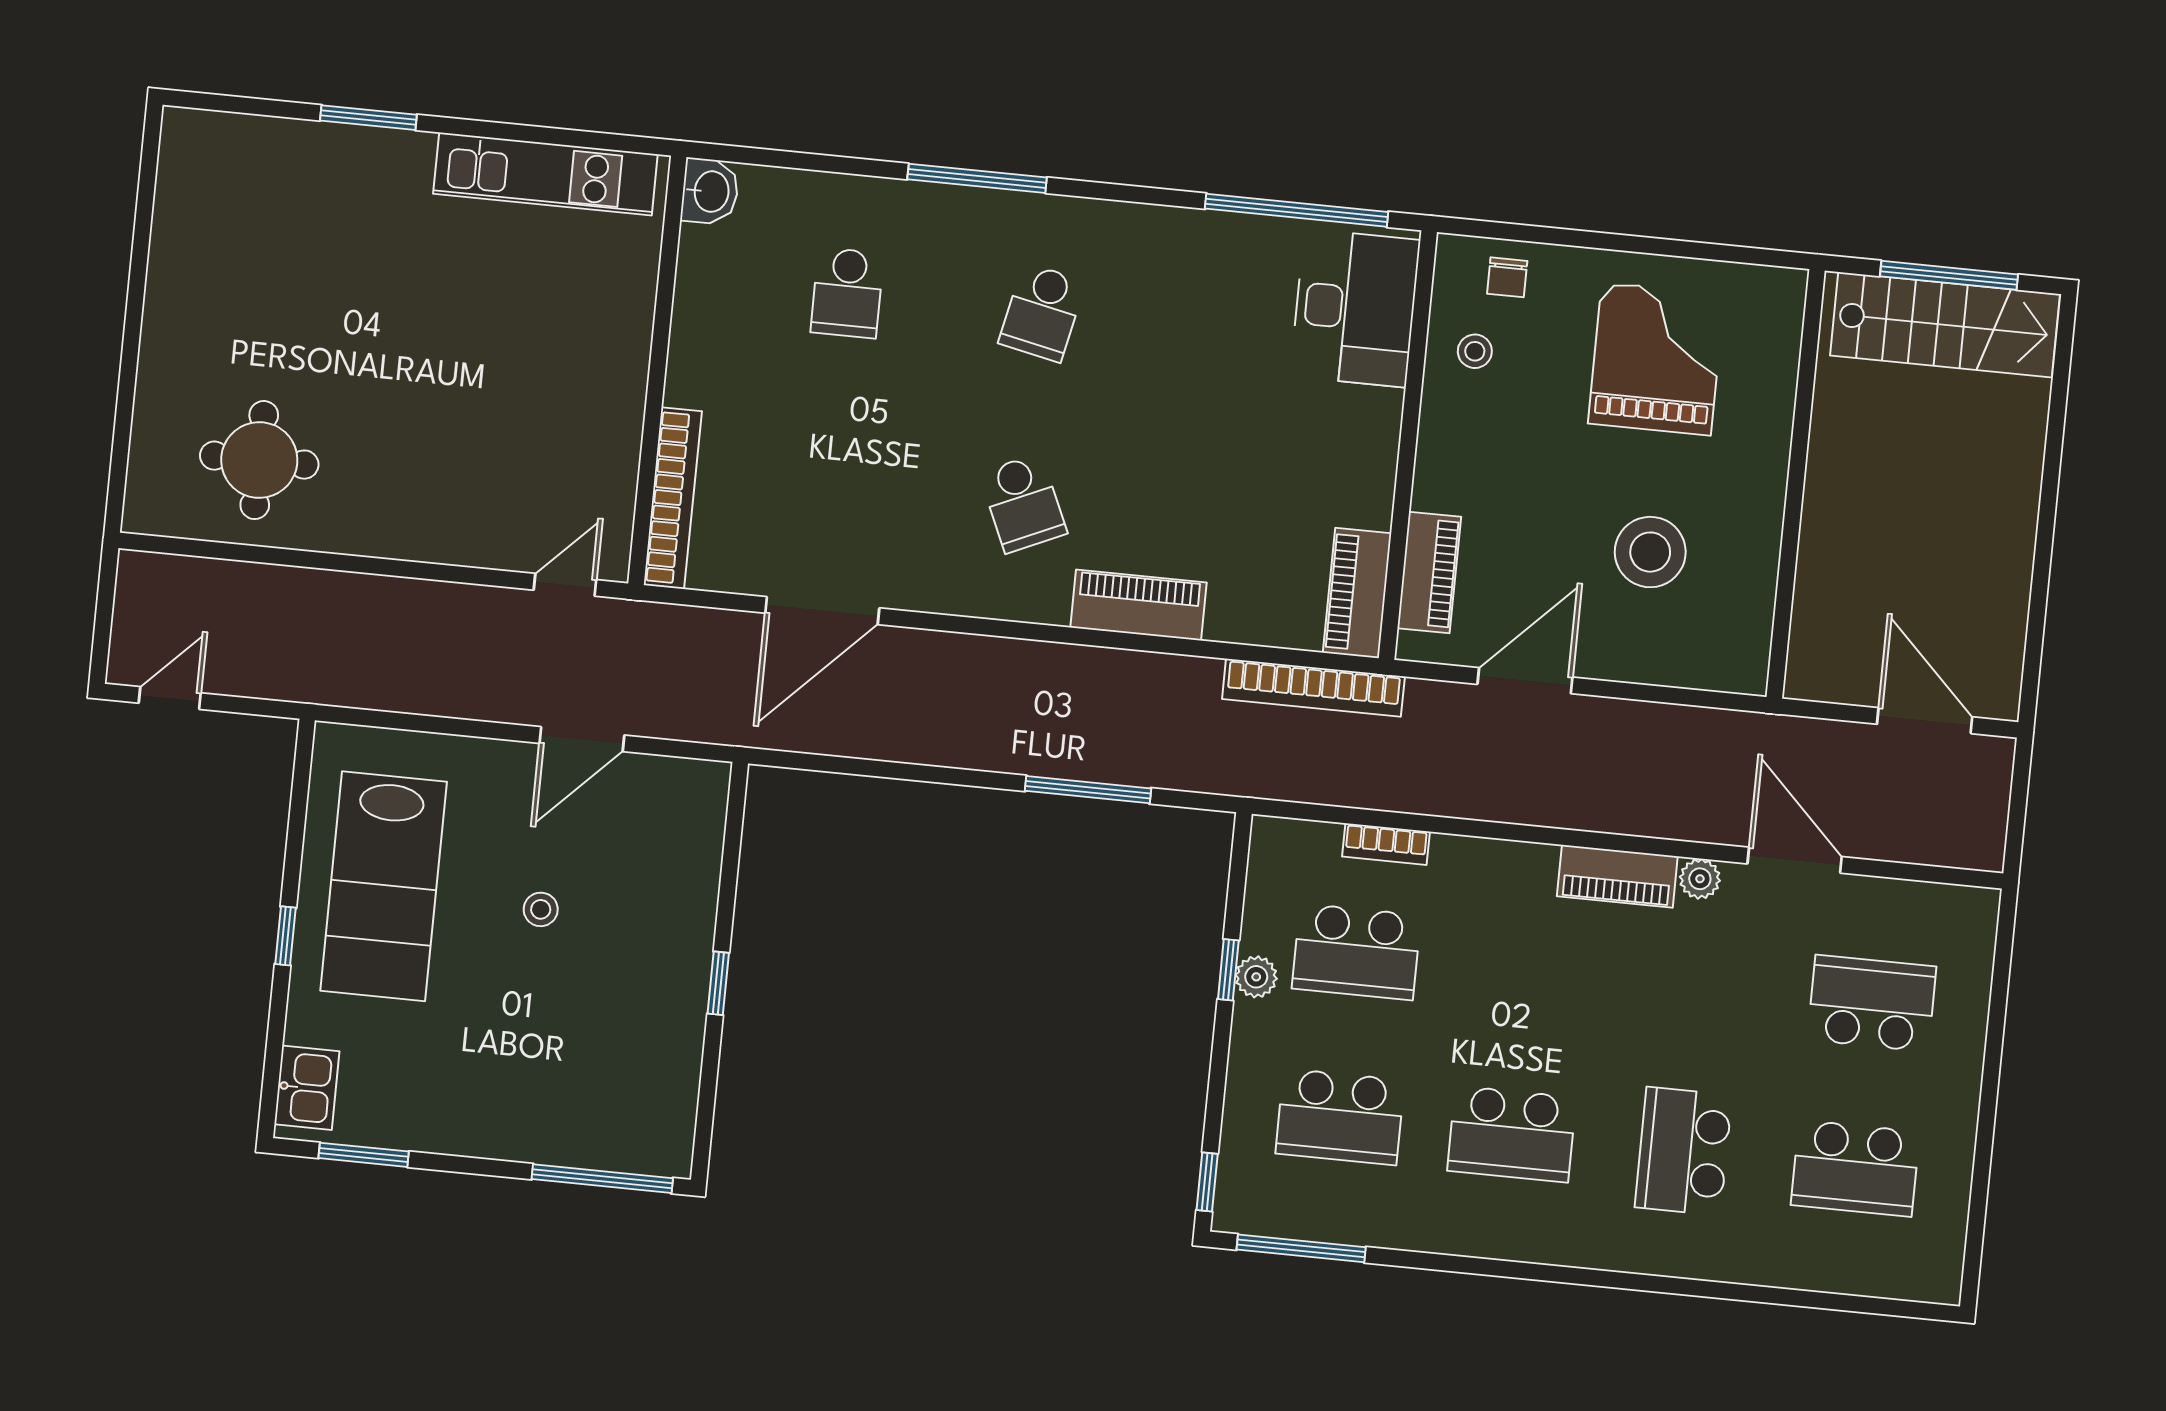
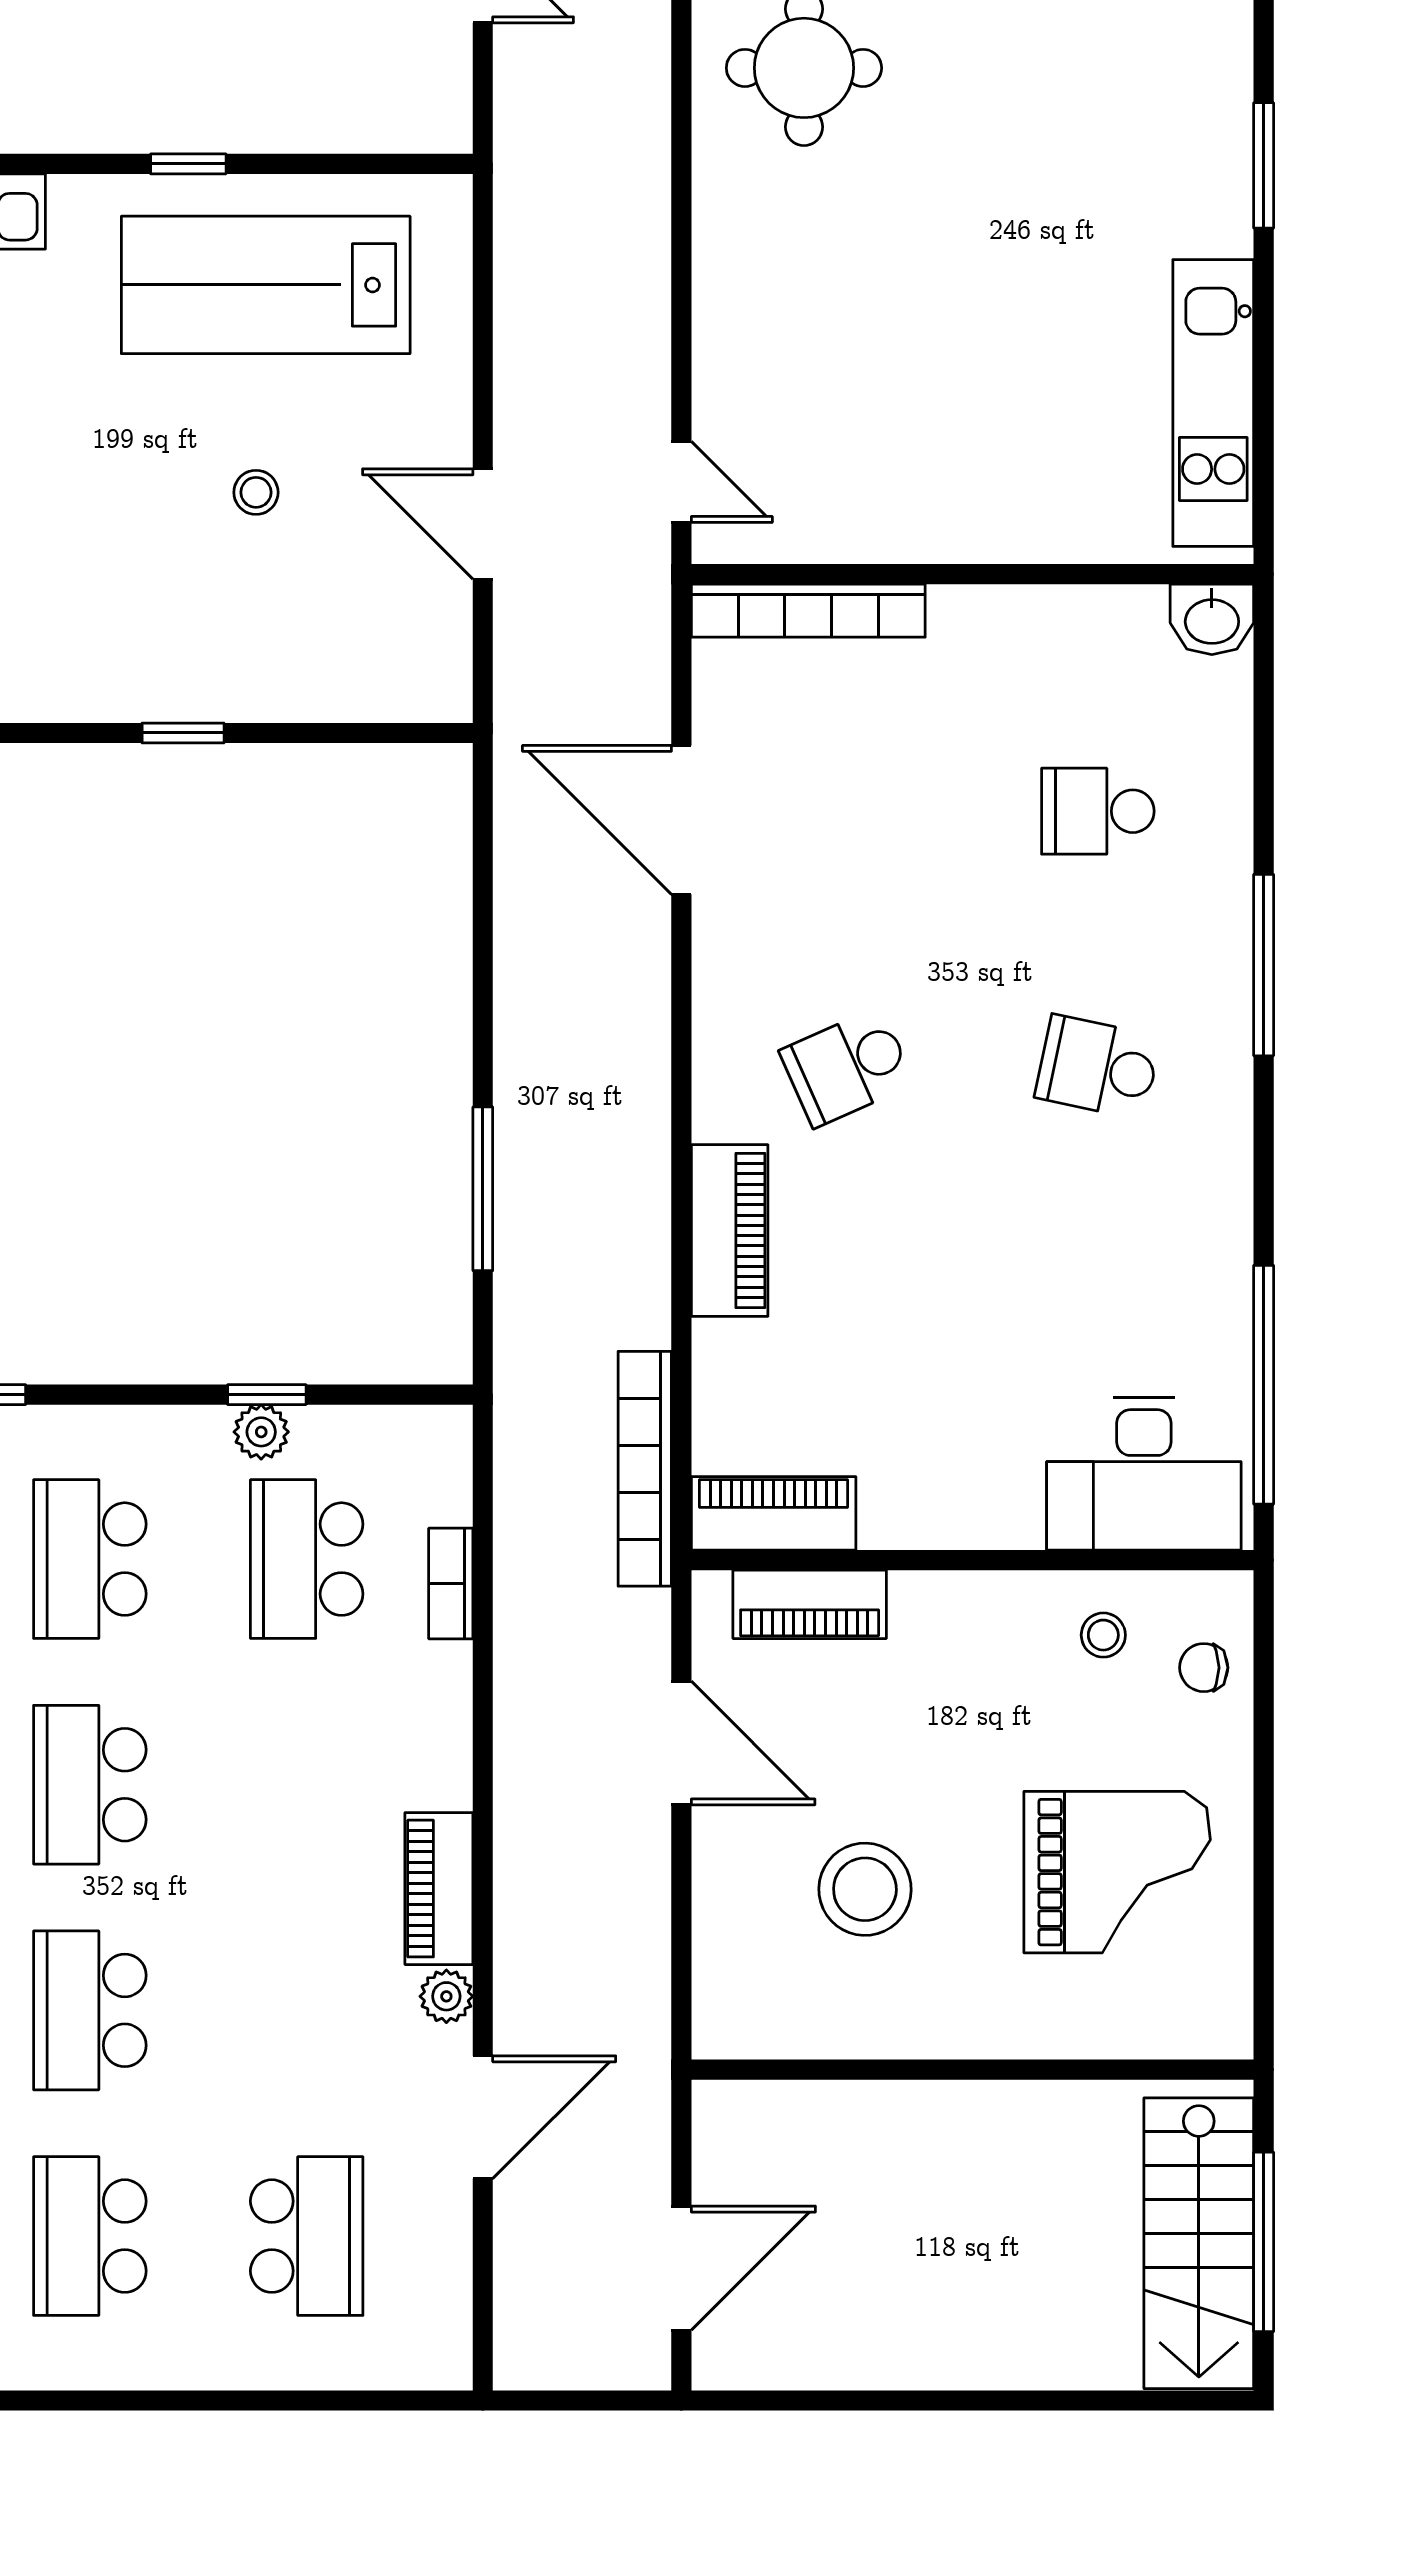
school desk: (1684, 1151) -> (90, 2010), turned -90

